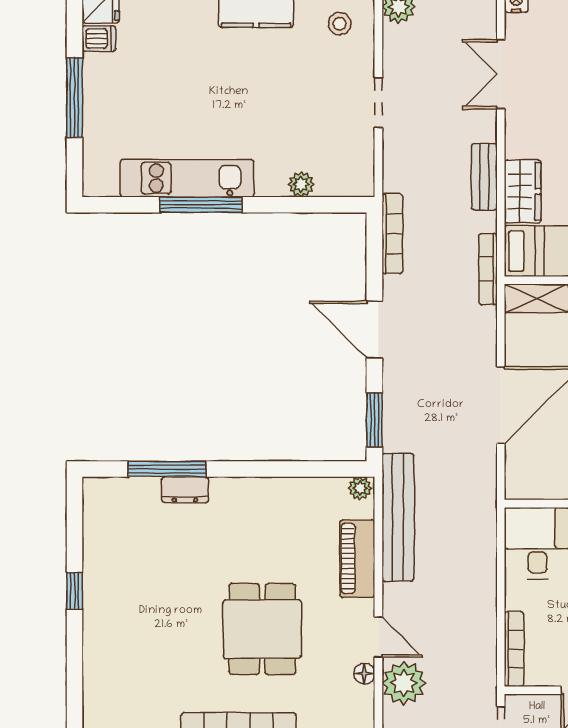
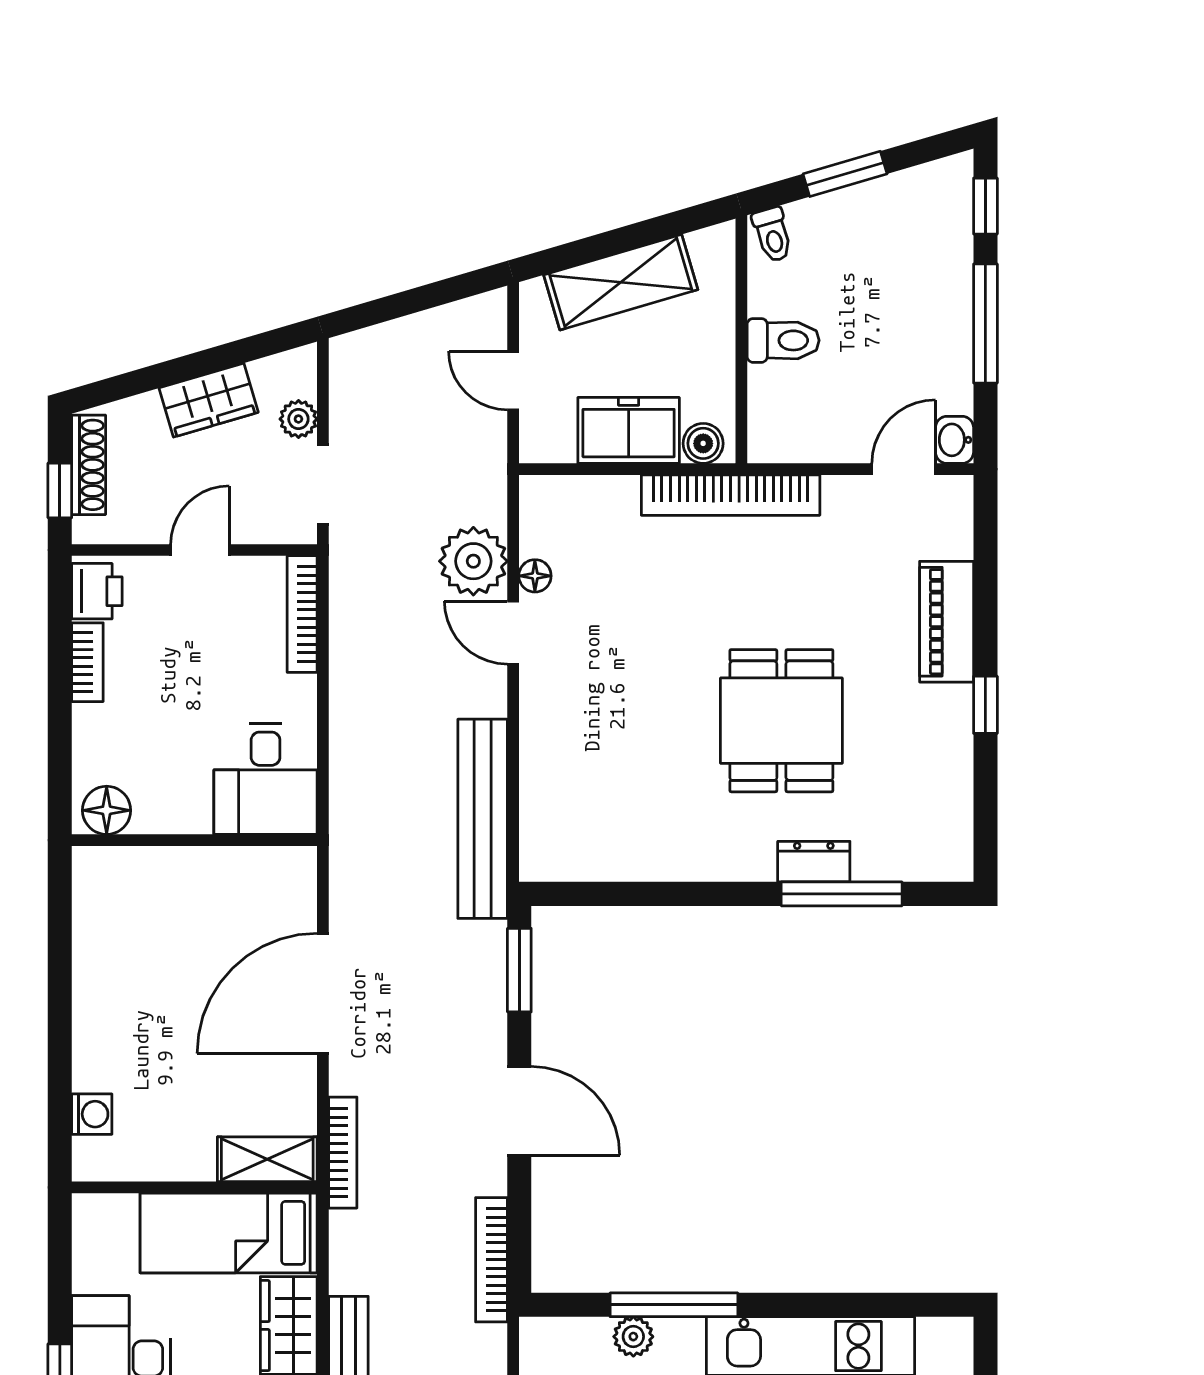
window: (201, 205) -> (674, 1305), moved
bookcase: (488, 269) -> (343, 1153), moved
plant: (360, 488) -> (542, 864), removed
piano: (357, 559) -> (947, 622), moved, turned 180
dining table: (262, 629) -> (781, 721), moved

